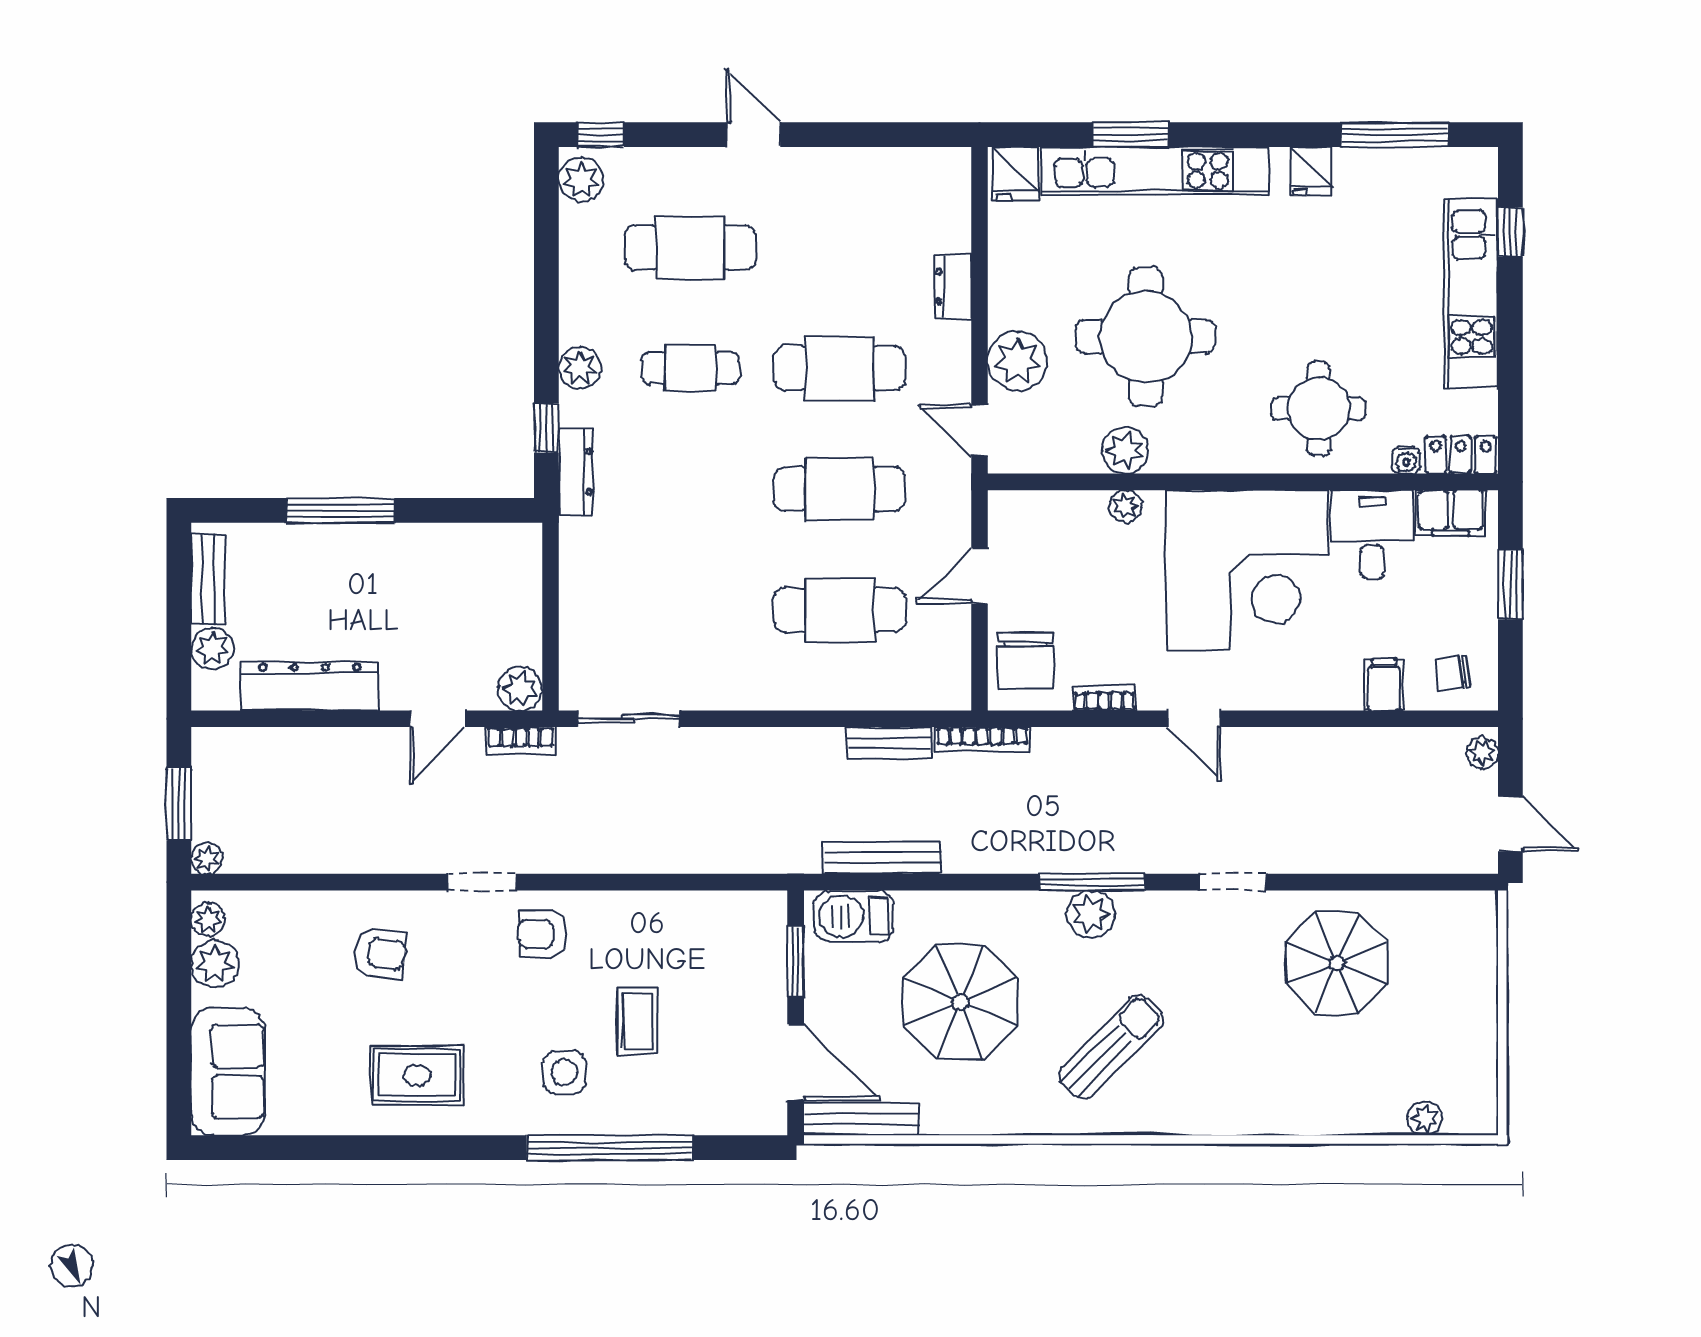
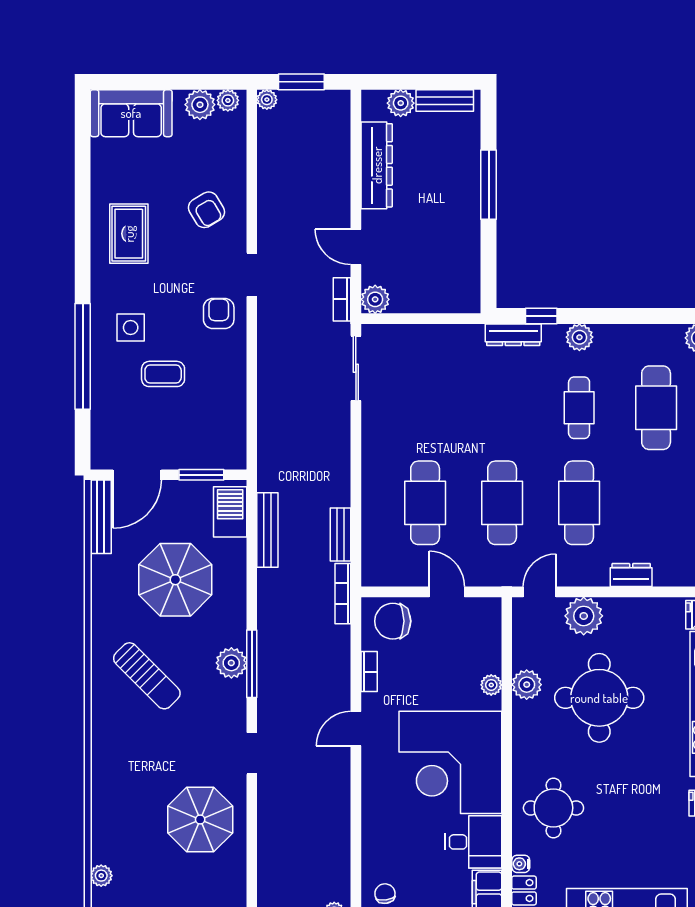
filing cabinet: (1384, 685) -> (377, 850), removed
armchair: (380, 953) -> (206, 210), turned -38

